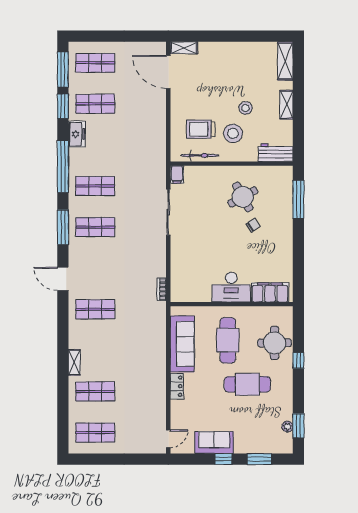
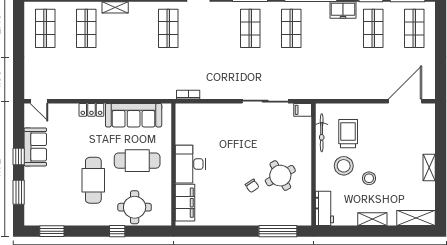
shelving: (184, 48) -> (429, 167), moved
plant: (287, 426) -> (51, 220), removed

